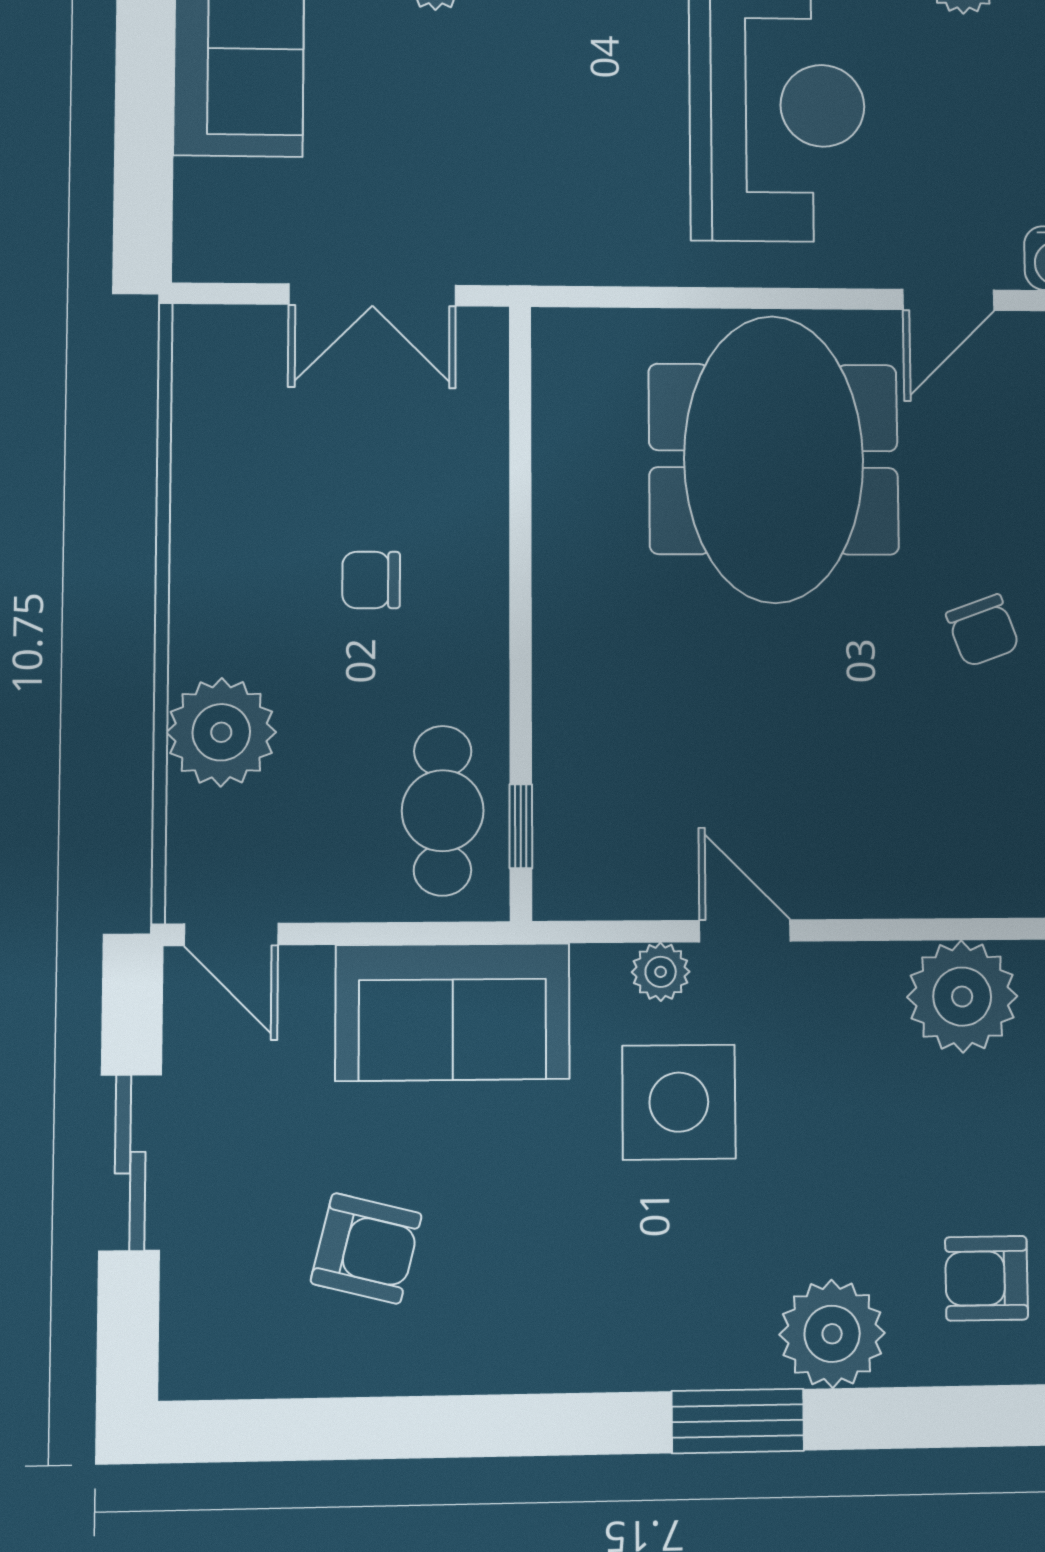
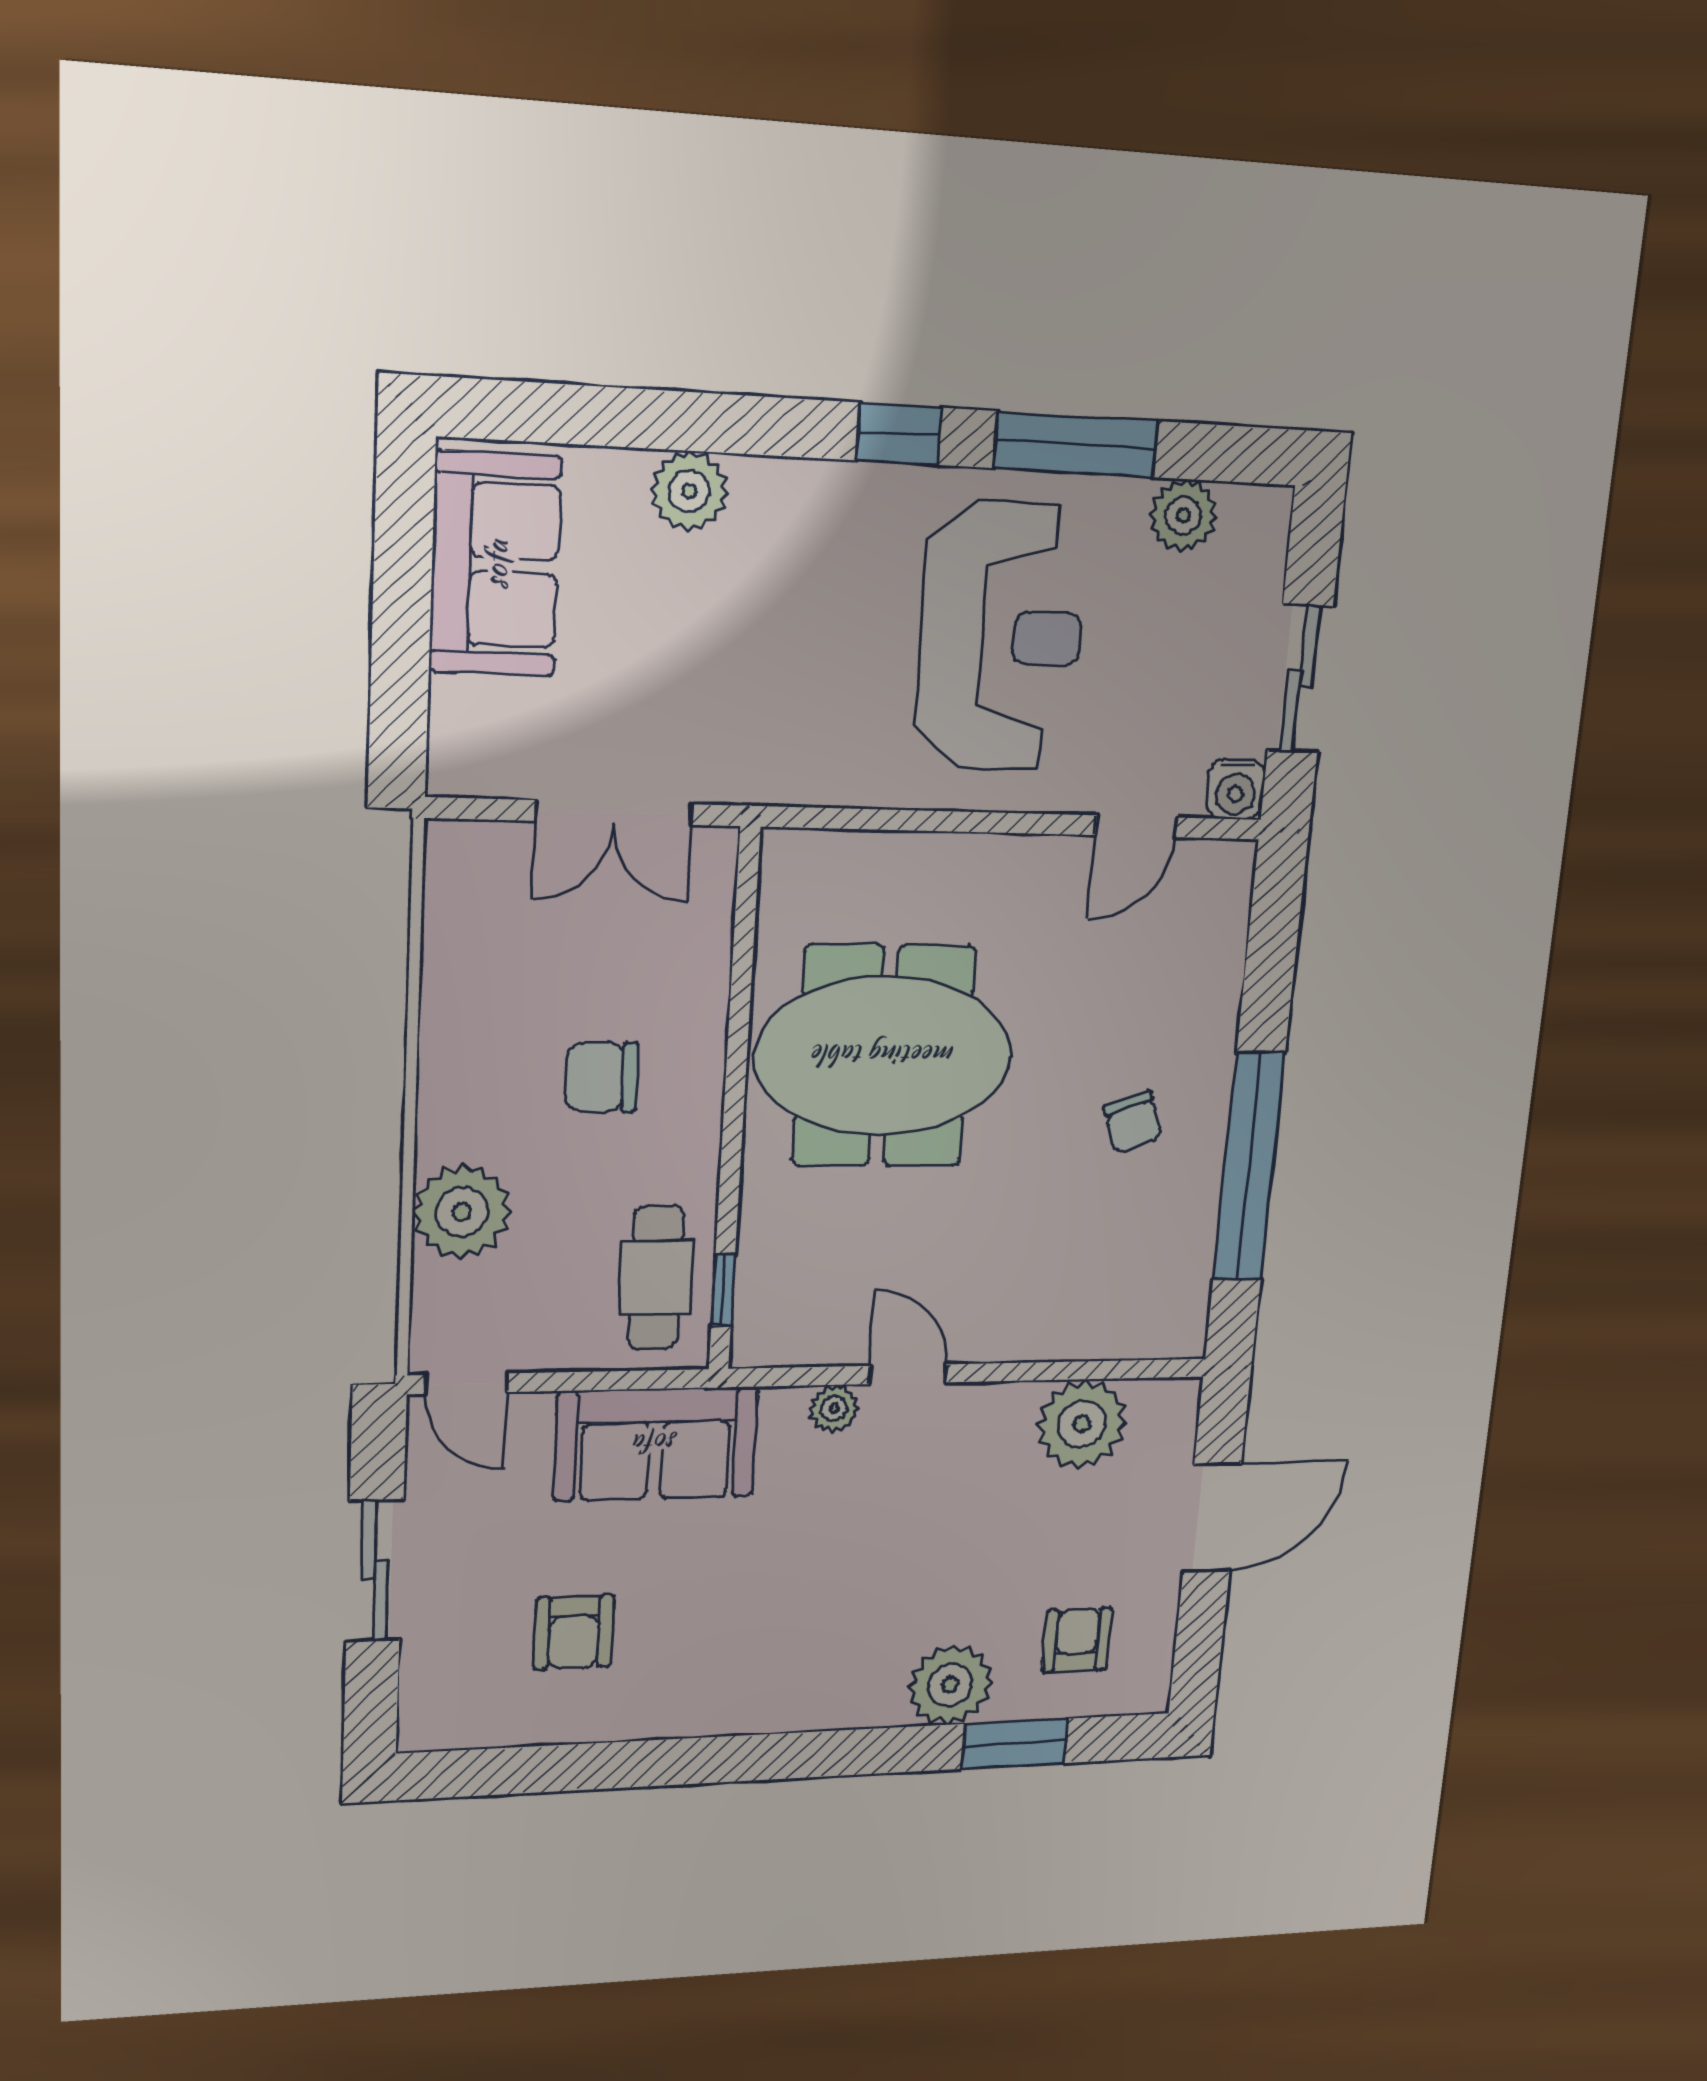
meeting table: (774, 459) -> (884, 1056), moved, turned 90
chair: (371, 580) -> (602, 1077), width x1.37, depth x1.37
side table: (679, 1102) -> (841, 1512), removed
armchair: (366, 1248) -> (574, 1632), turned 76
armchair: (987, 1278) -> (1077, 1640), turned 90
window: (738, 1421) -> (1015, 1744), moved

